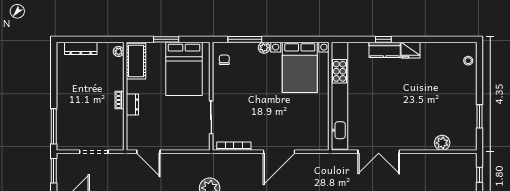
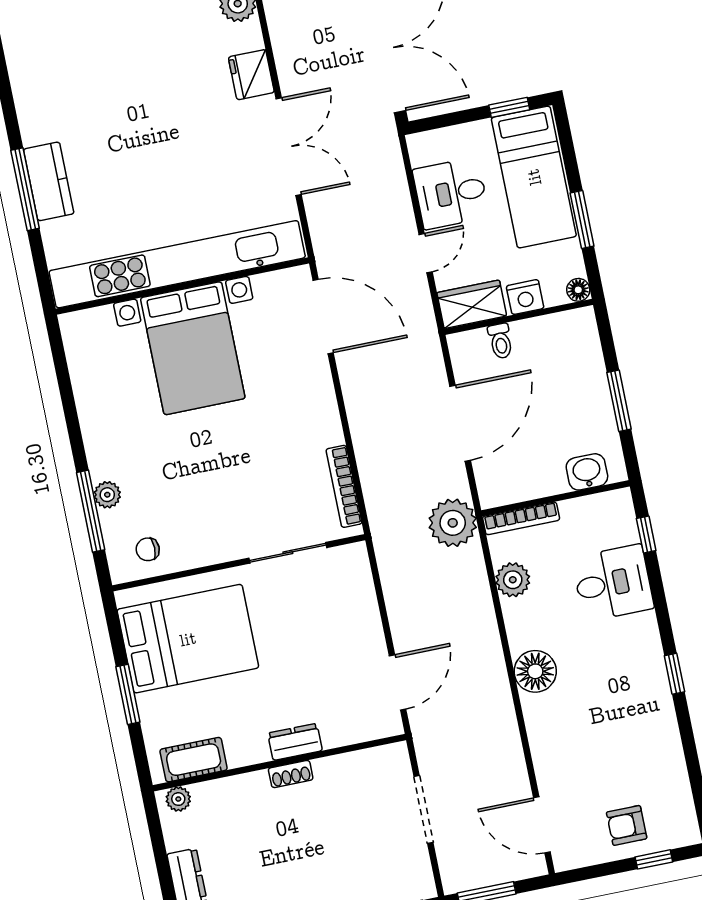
window: (383, 39) -> (25, 189), width x2.17
plant: (264, 48) -> (107, 495), moved
fridge: (410, 50) -> (251, 75), moved, turned 180
cot: (136, 61) -> (194, 760), width x0.73, depth x0.75
bed with nightstands: (300, 67) -> (193, 348), moved, turned 90
door: (279, 152) -> (323, 316), moved

